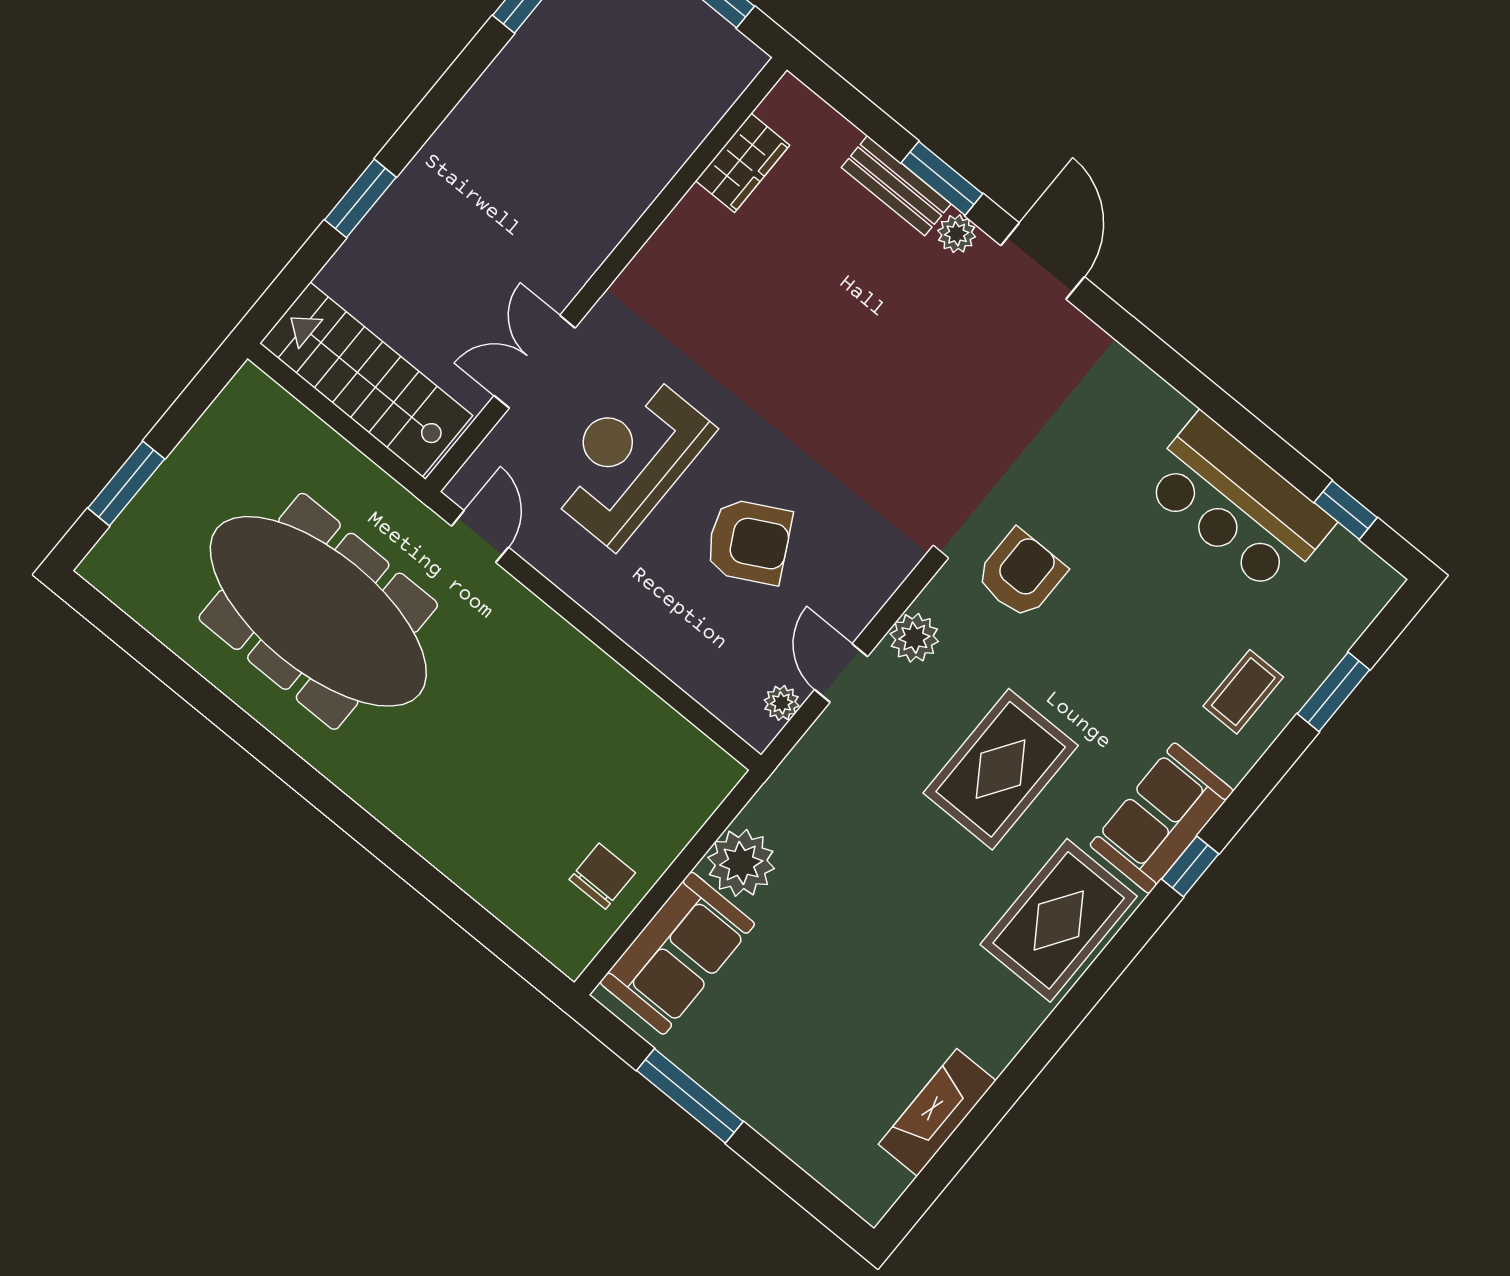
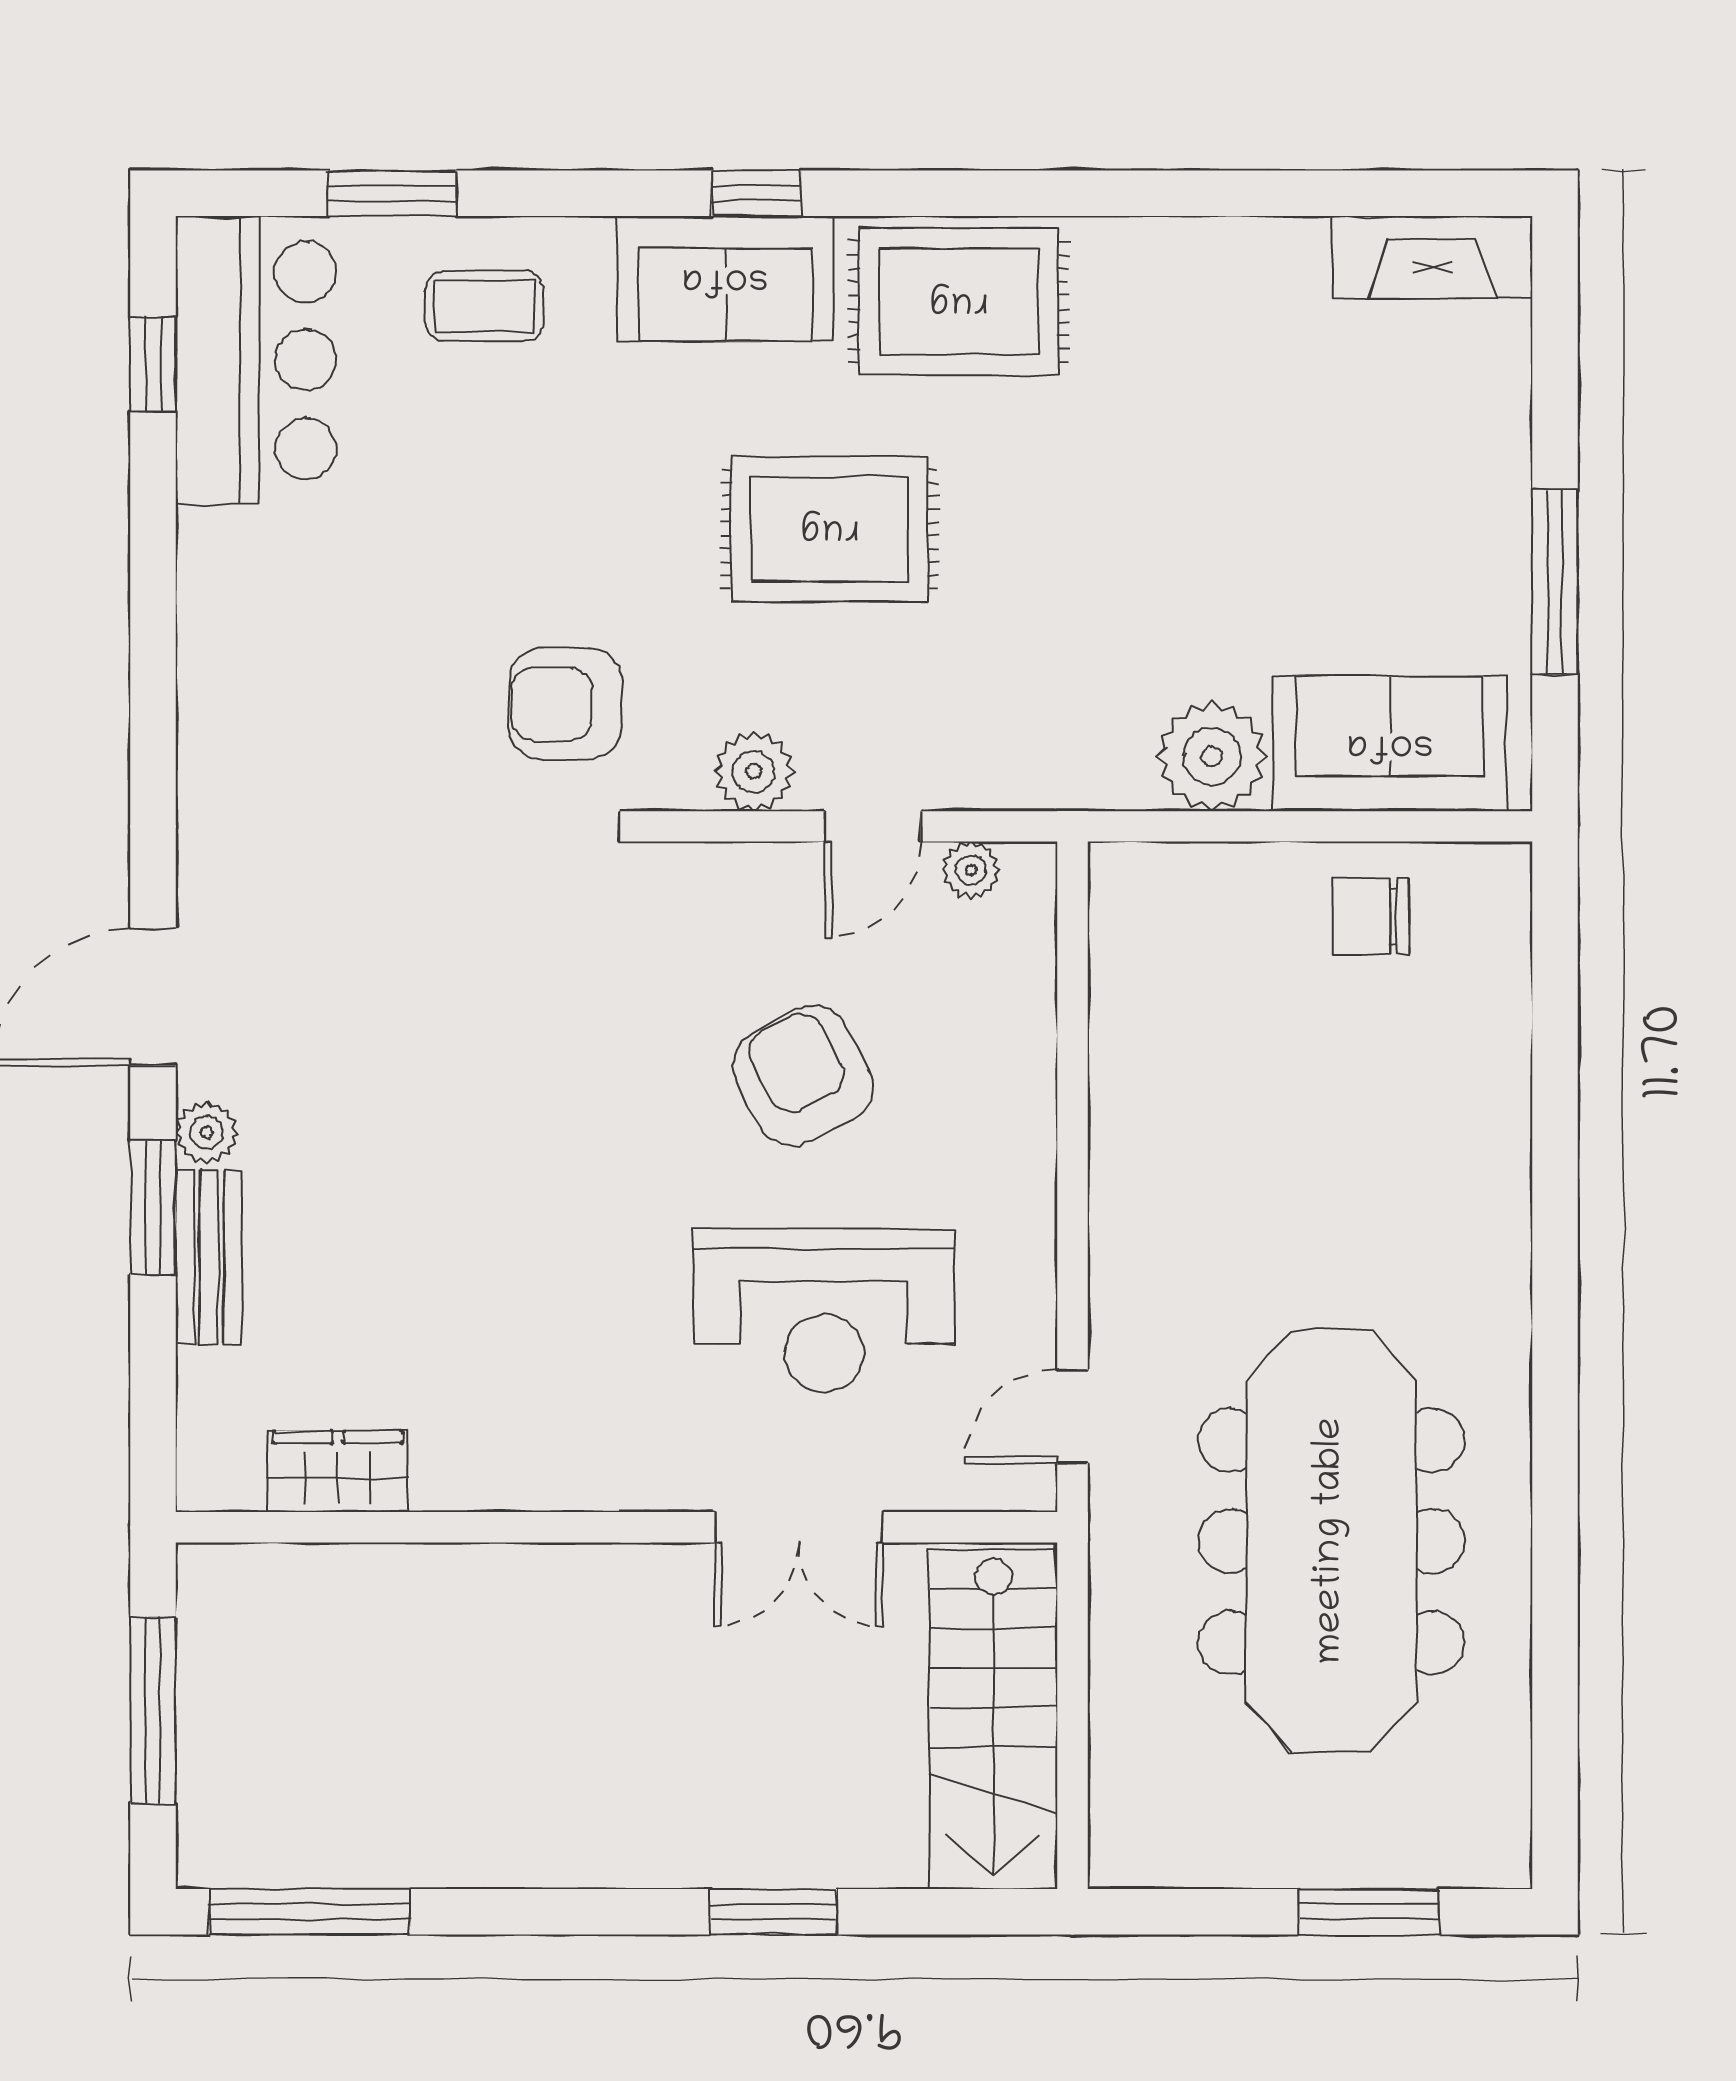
bar counter: (1237, 504) -> (256, 360), moved
fireplace: (937, 1112) -> (1432, 257), moved

